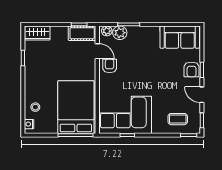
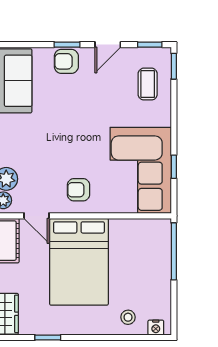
door: (97, 51) -> (36, 216), swing flipped
armchair: (110, 66) -> (78, 190), moved
armchair: (192, 69) -> (66, 61), turned 180
bed: (76, 107) -> (79, 262), moved, turned -90

